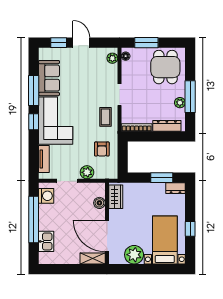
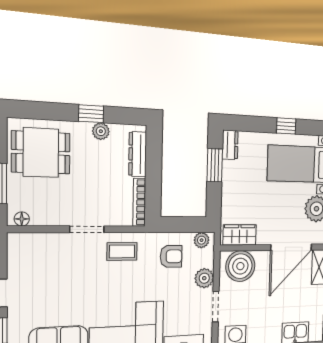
plant: (112, 58) -> (202, 240), moved
window: (190, 97) -> (91, 114), width x0.46
boiler: (99, 203) -> (240, 266), width x1.86, depth x1.86

